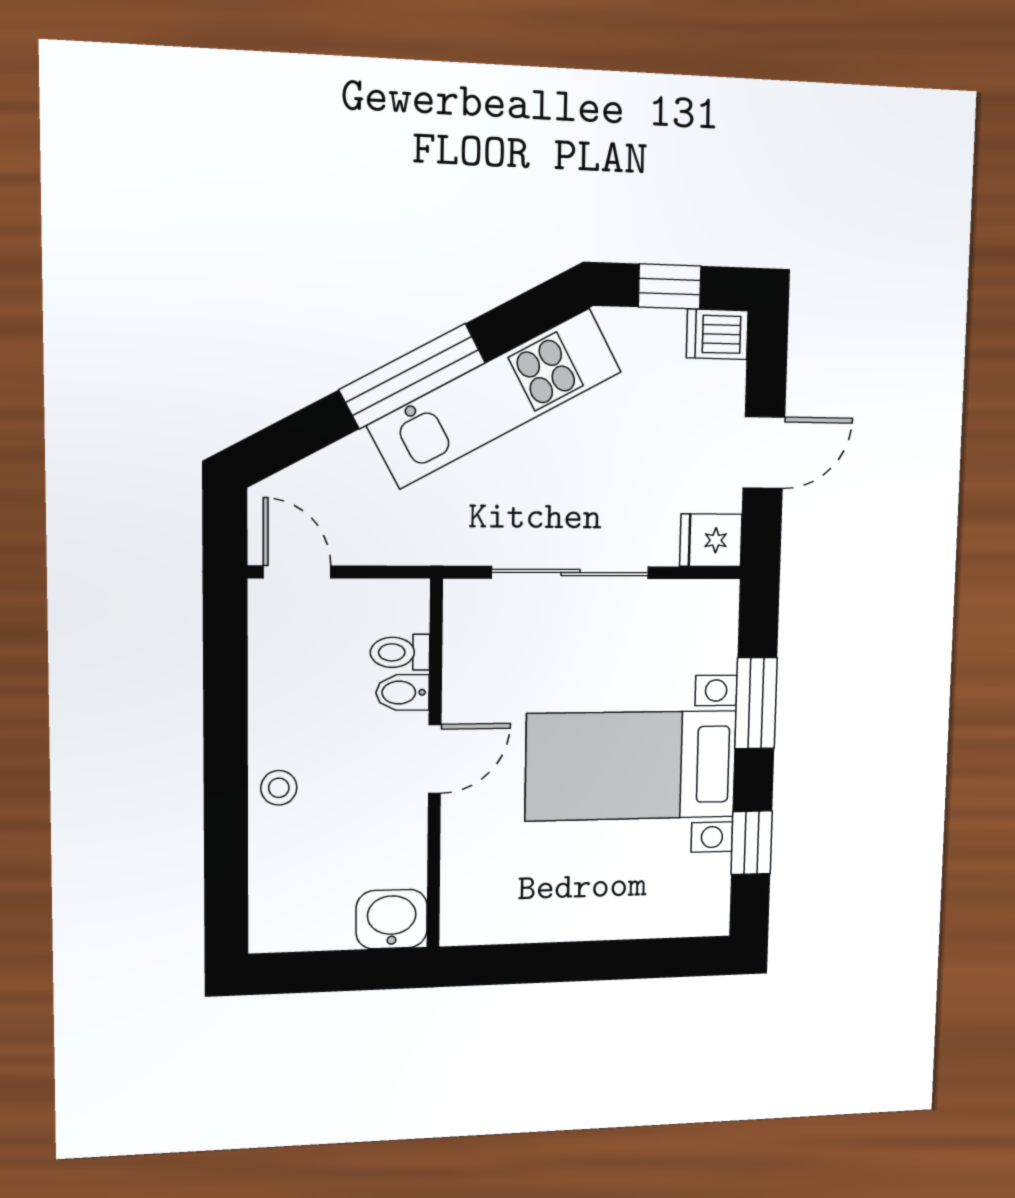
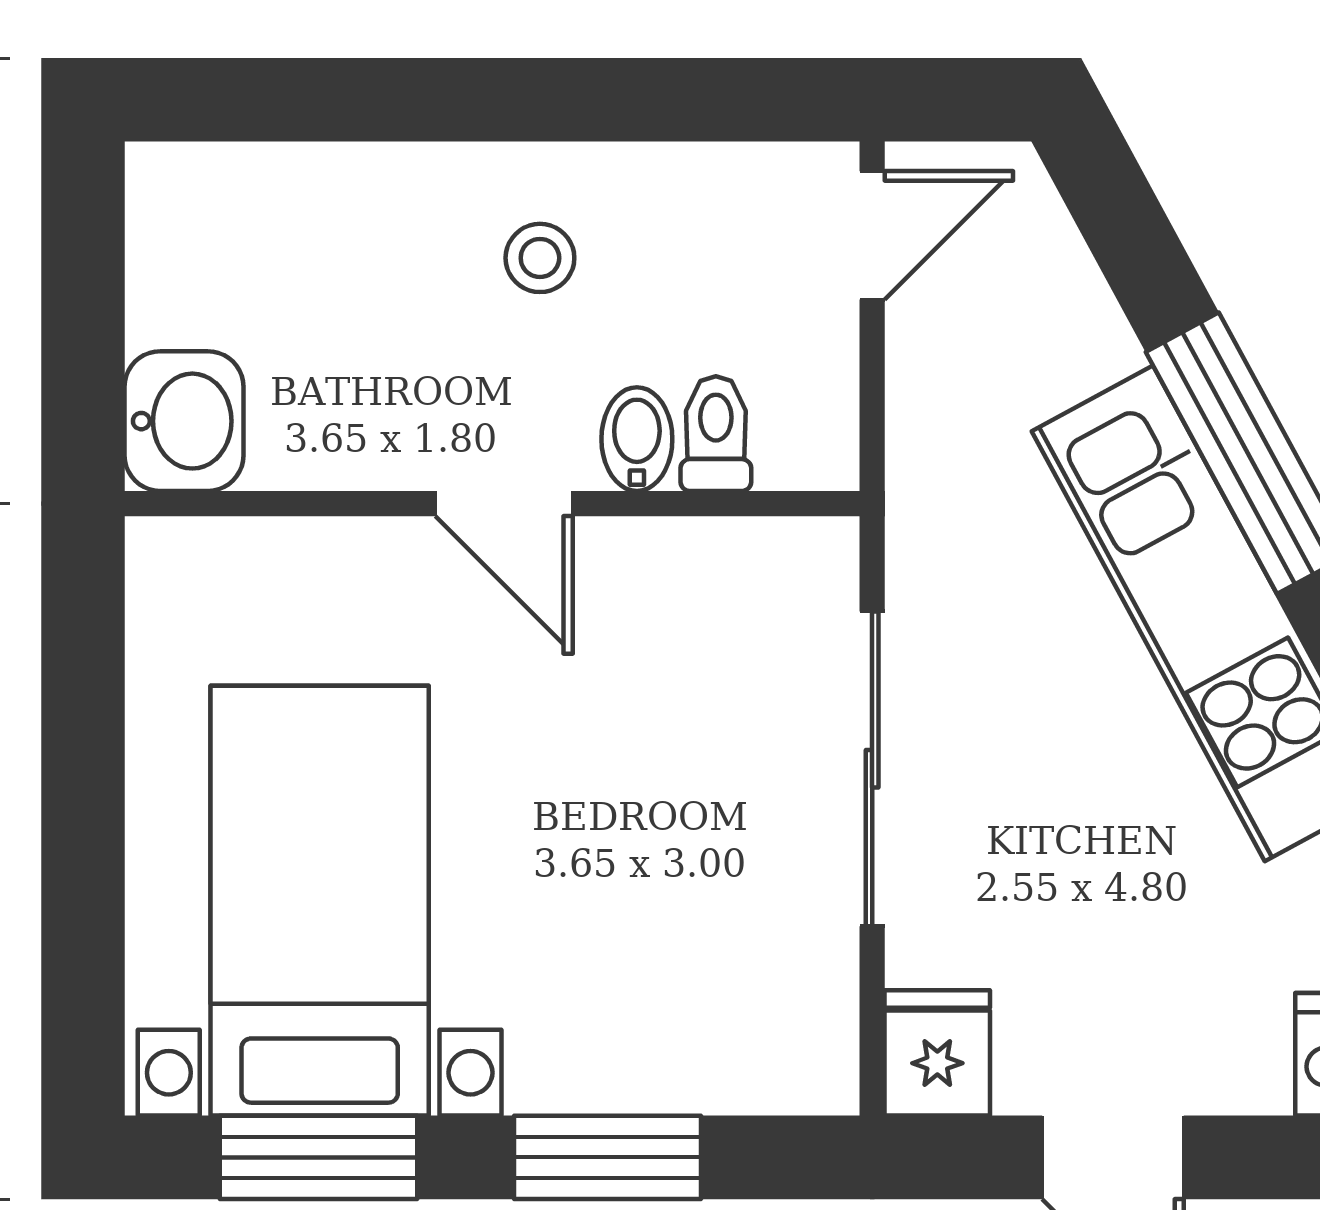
bed with nightstands: (631, 766) -> (320, 901), moved
stool: (279, 788) -> (540, 258), moved
window: (752, 843) -> (319, 1157), width x1.50

